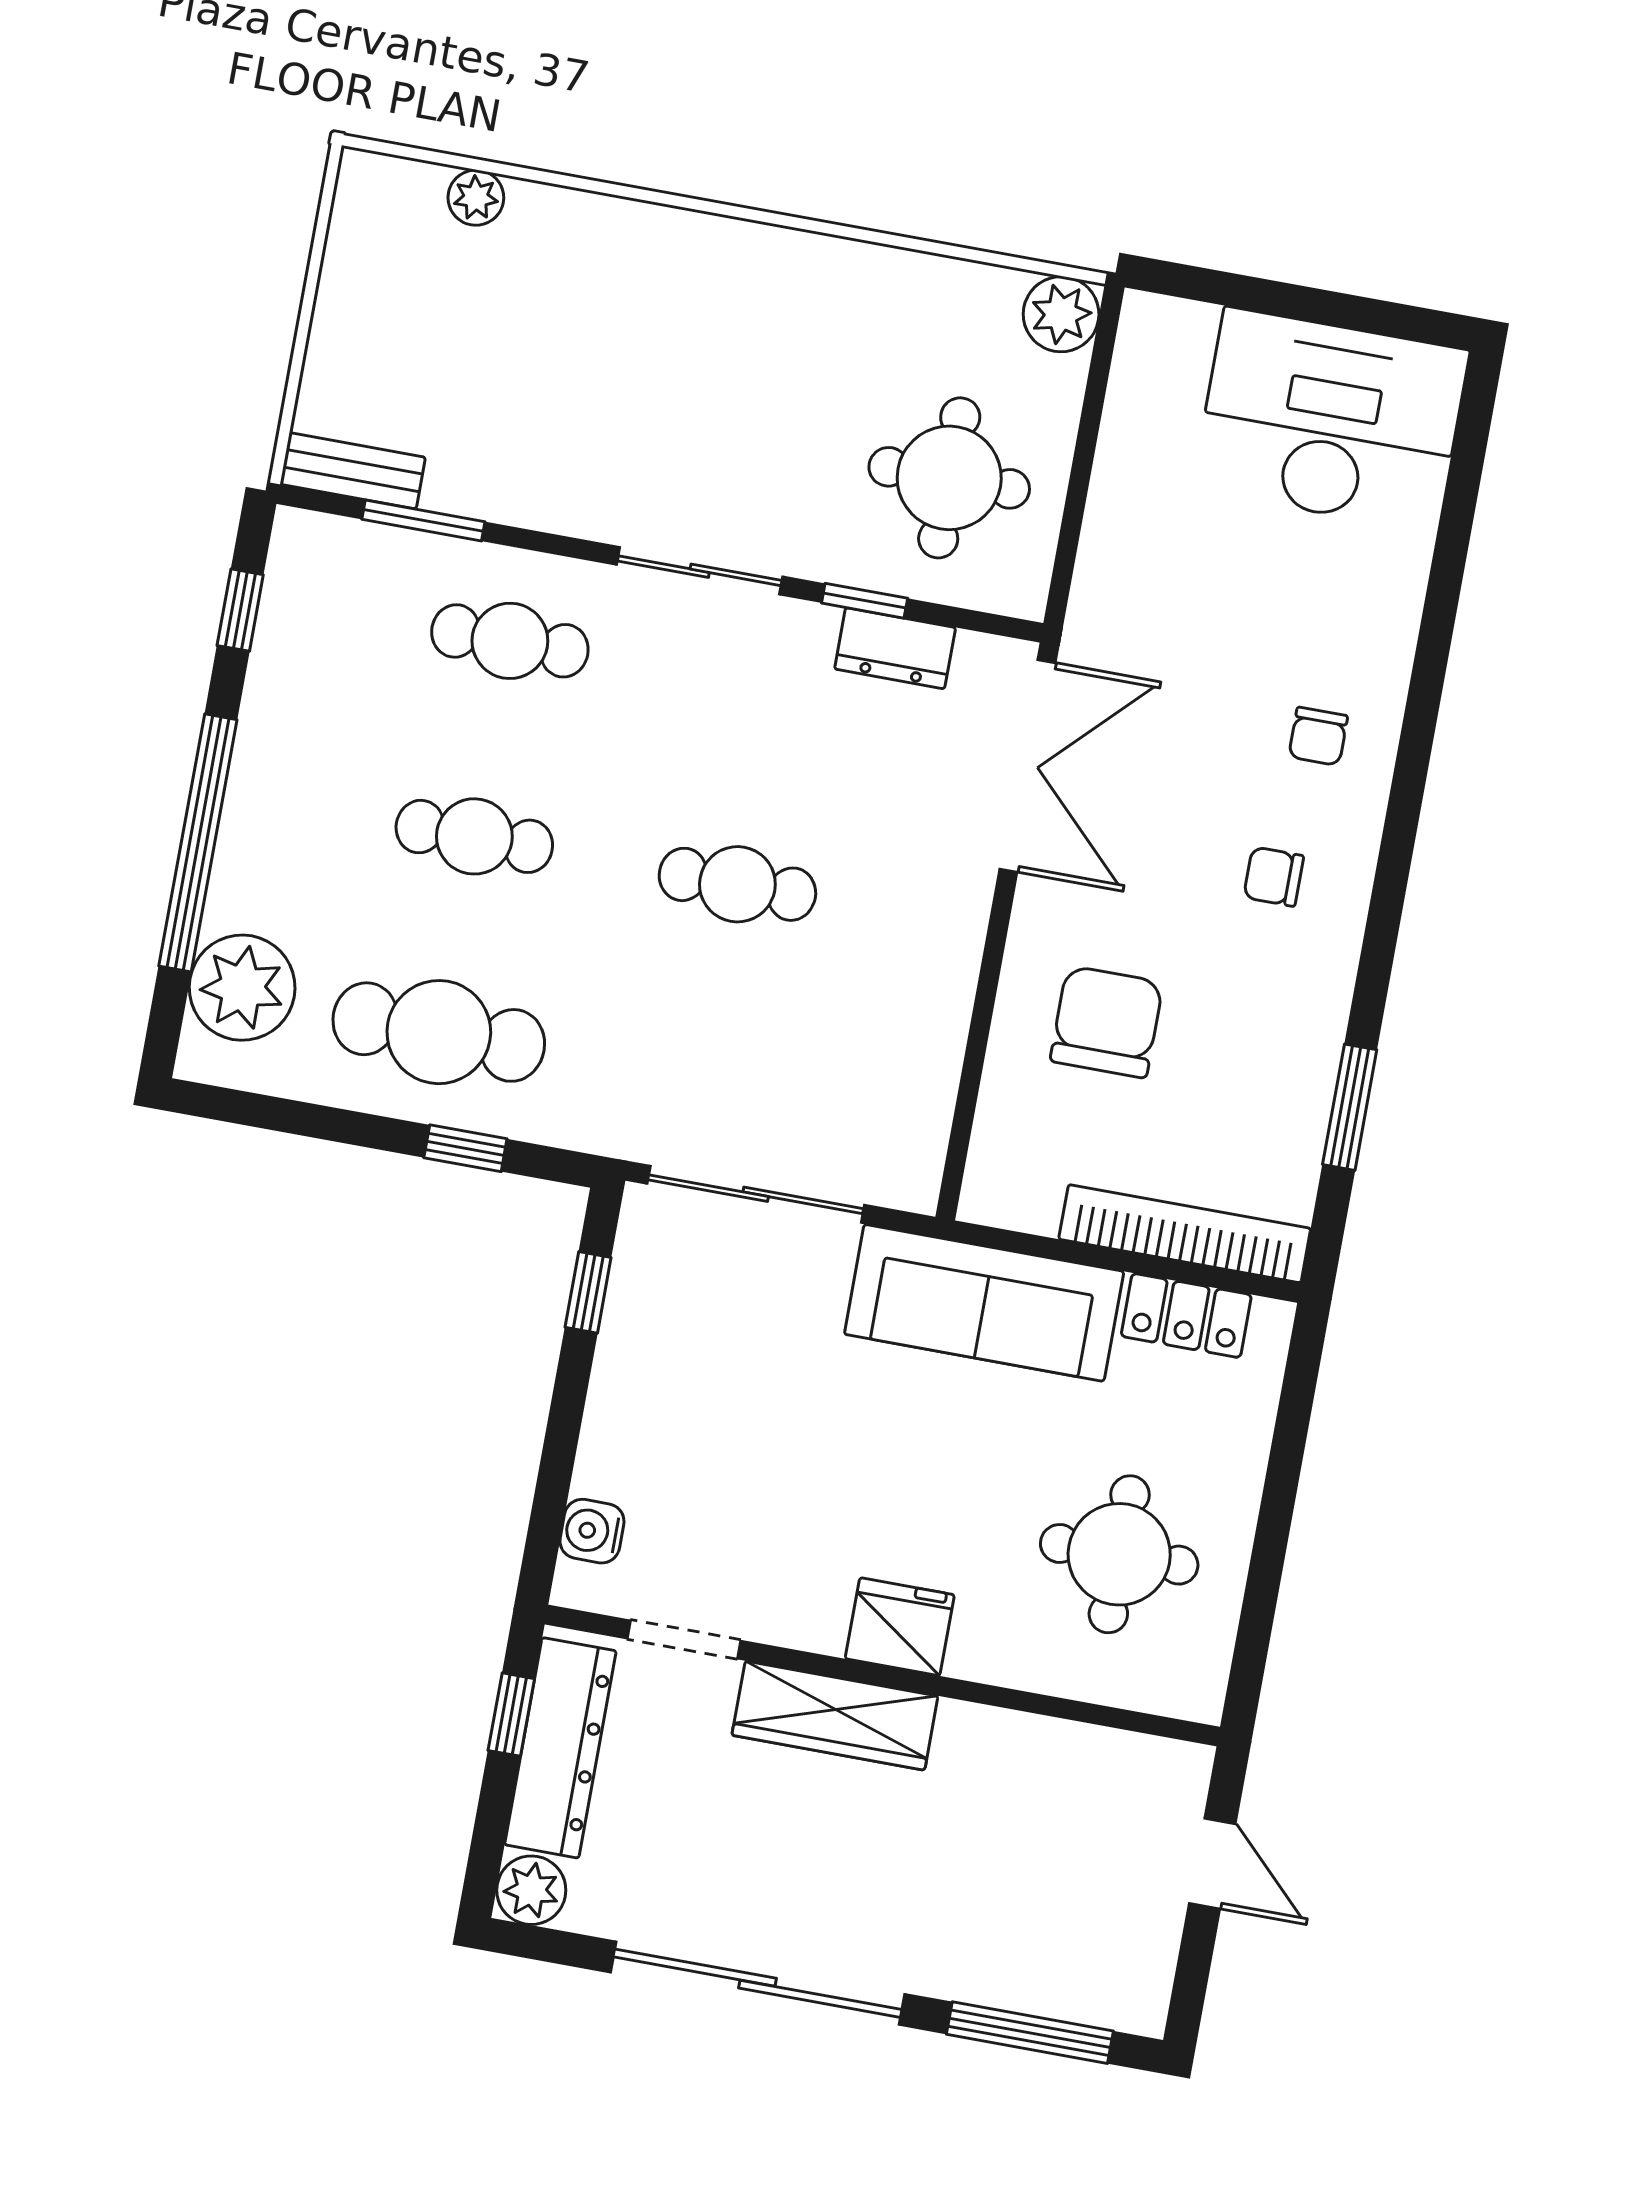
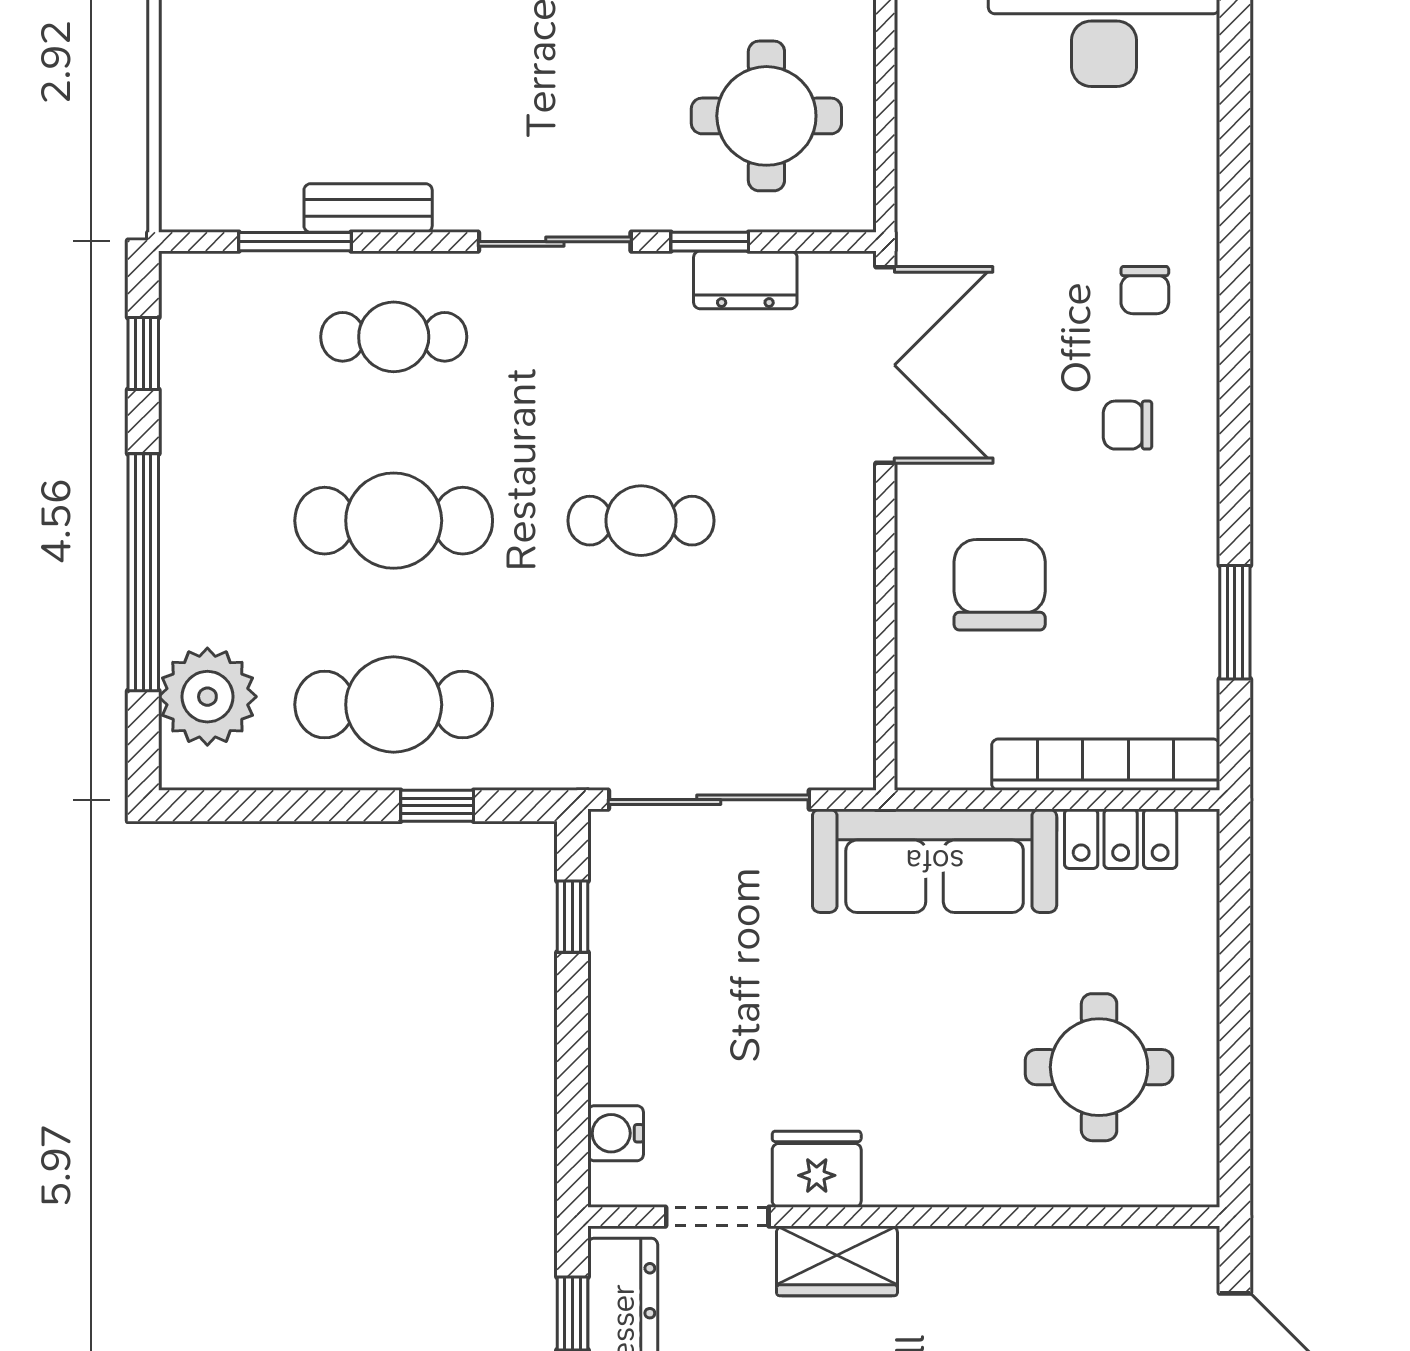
bench: (353, 471) -> (368, 208), moved
cafe table: (474, 836) -> (394, 521), width x1.37, depth x1.35
fridge: (900, 1627) -> (817, 1169), moved
wardrobe: (835, 1716) -> (837, 1261), width x0.67

